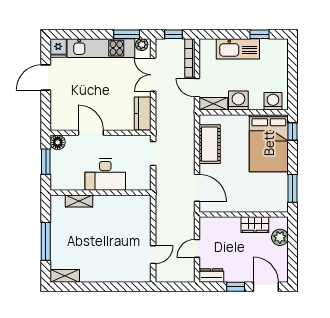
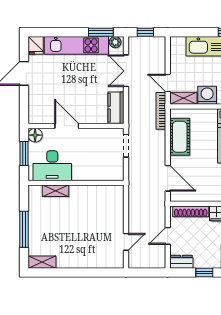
bookcase: (190, 58) -> (161, 111), moved
desk: (105, 175) -> (52, 166), moved
shoe rack: (221, 223) -> (191, 211), added

